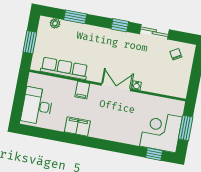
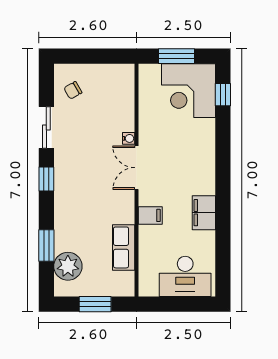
plant: (55, 23) -> (68, 266), width x1.87, depth x1.87
row of seats: (64, 68) -> (124, 247), width x0.68

